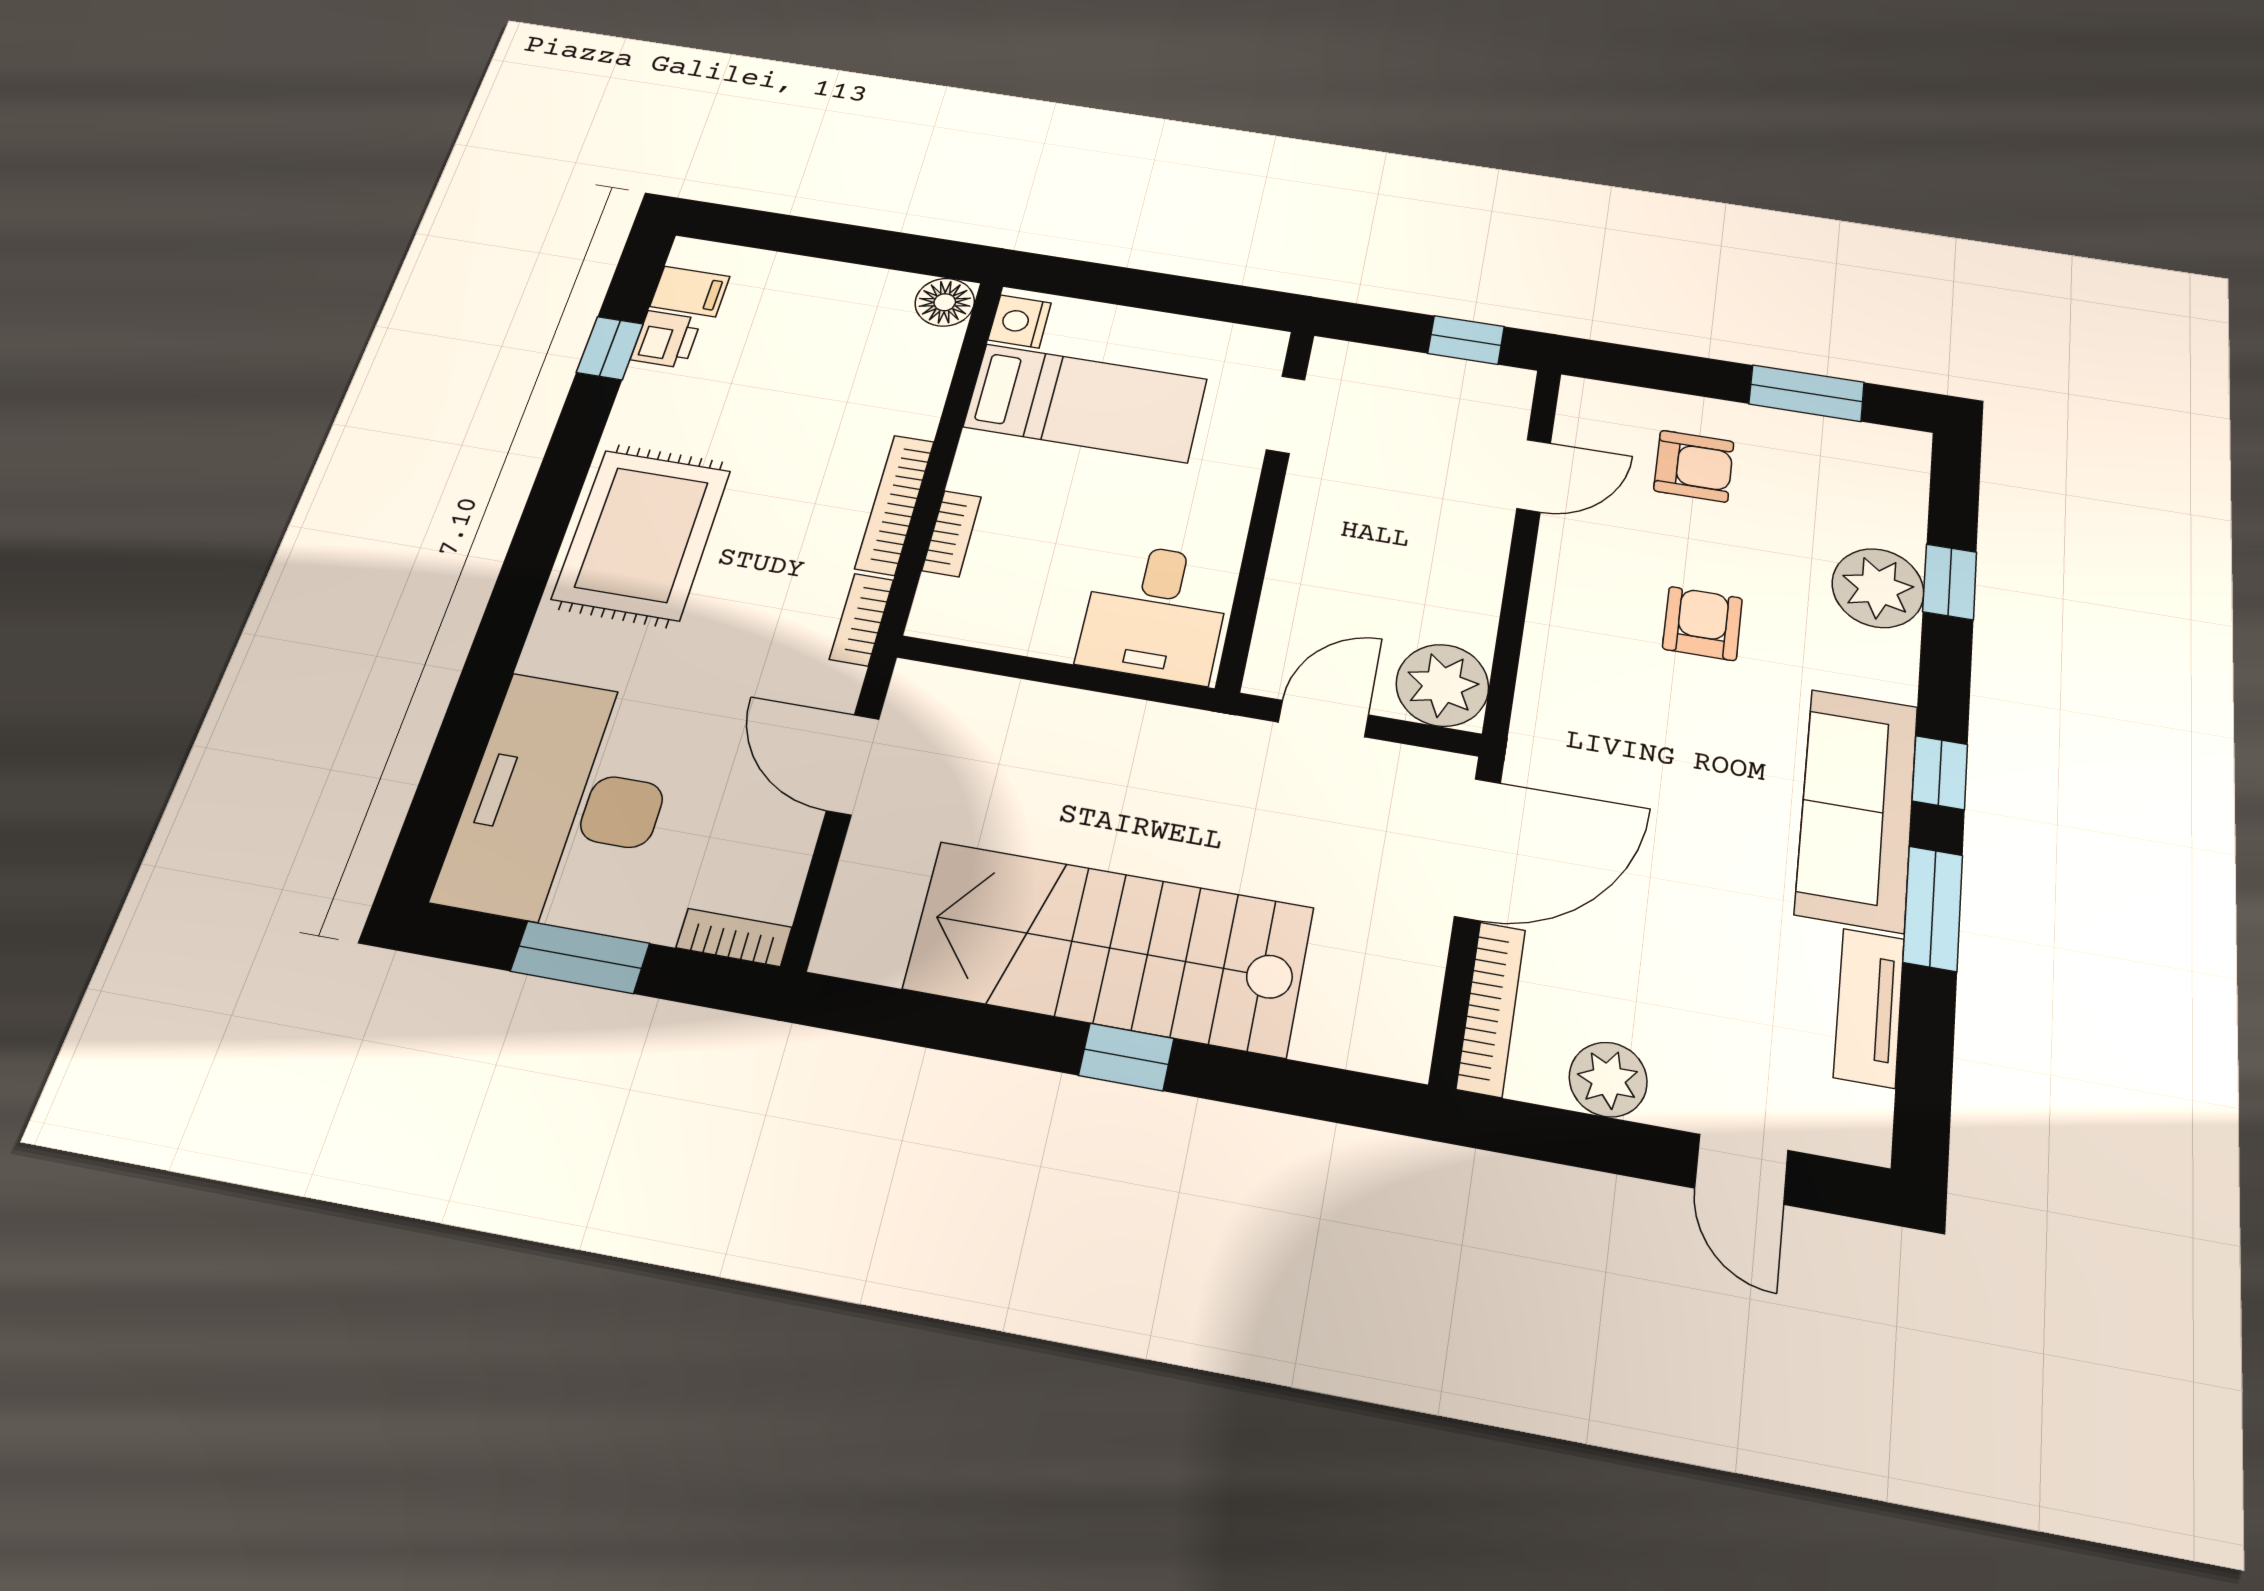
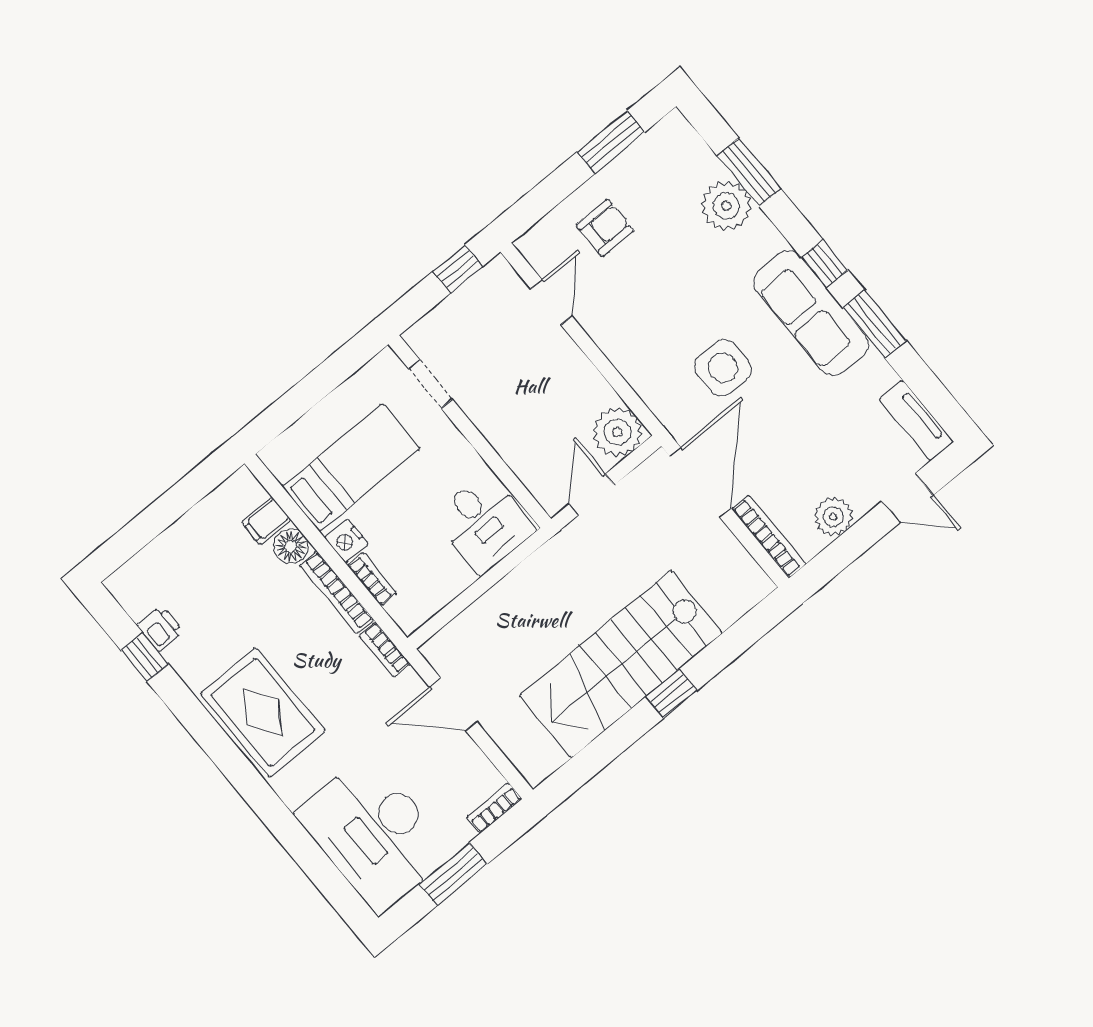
filing cabinet: (690, 291) -> (266, 521), moved, turned 180
floor lamp: (945, 302) -> (291, 546), moved
nightstand: (1020, 321) -> (347, 541), moved
window: (1950, 582) -> (749, 172), width x1.50
armchair: (1702, 623) -> (680, 297), removed
side table: (1665, 752) -> (723, 368), added
tv unit: (1869, 1008) -> (916, 421), moved

